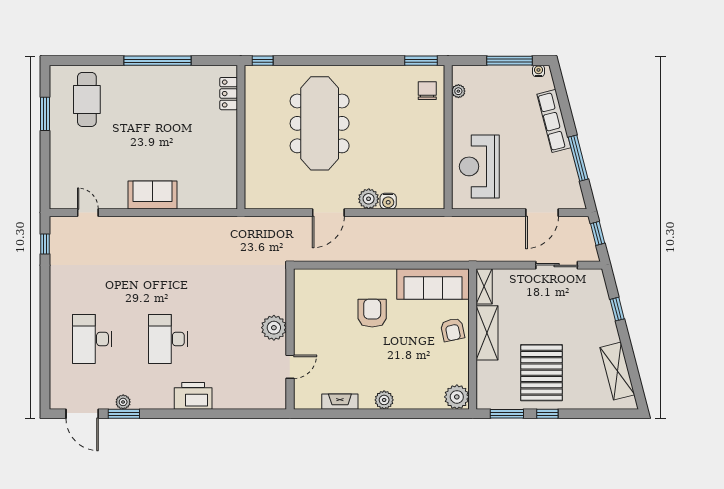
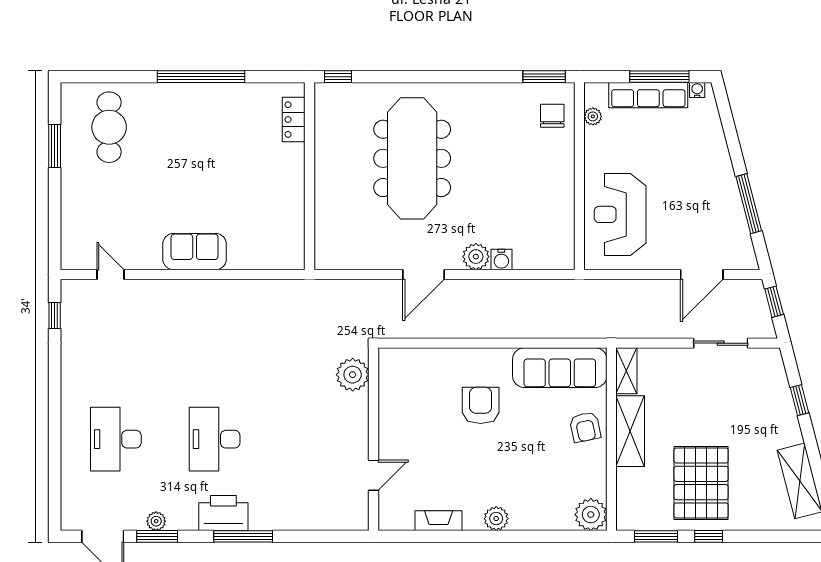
row of seats: (554, 121) -> (648, 95), moved, turned -76
plant: (274, 328) -> (353, 375), moved
printer: (193, 396) -> (223, 513), moved
window: (190, 414) -> (243, 536), added

